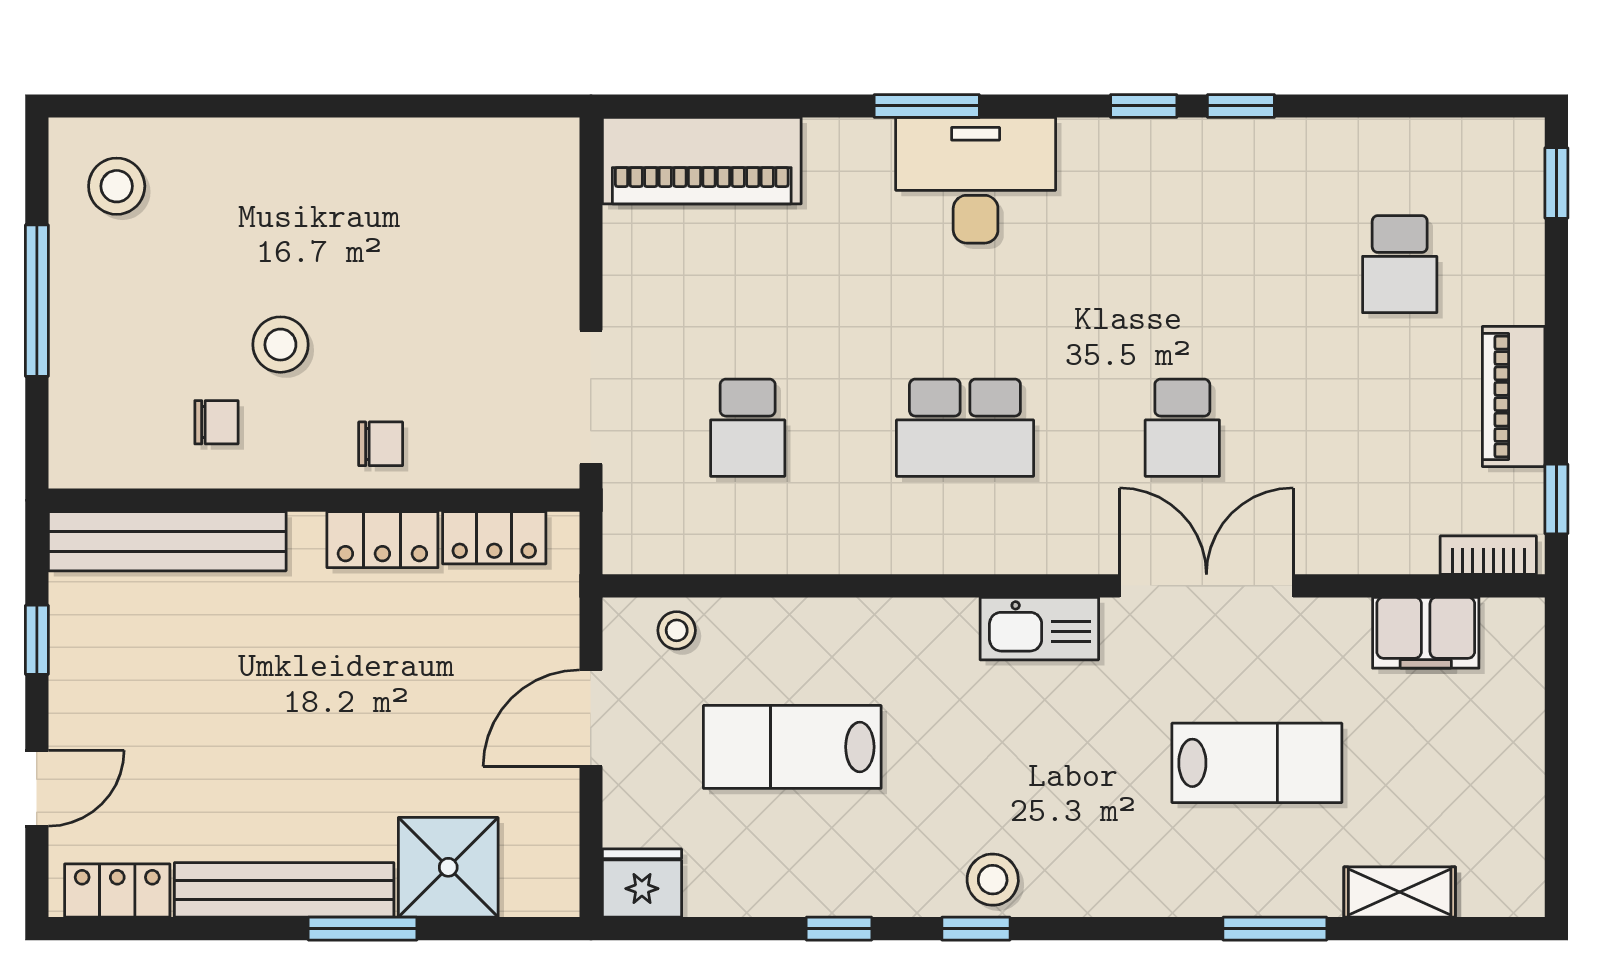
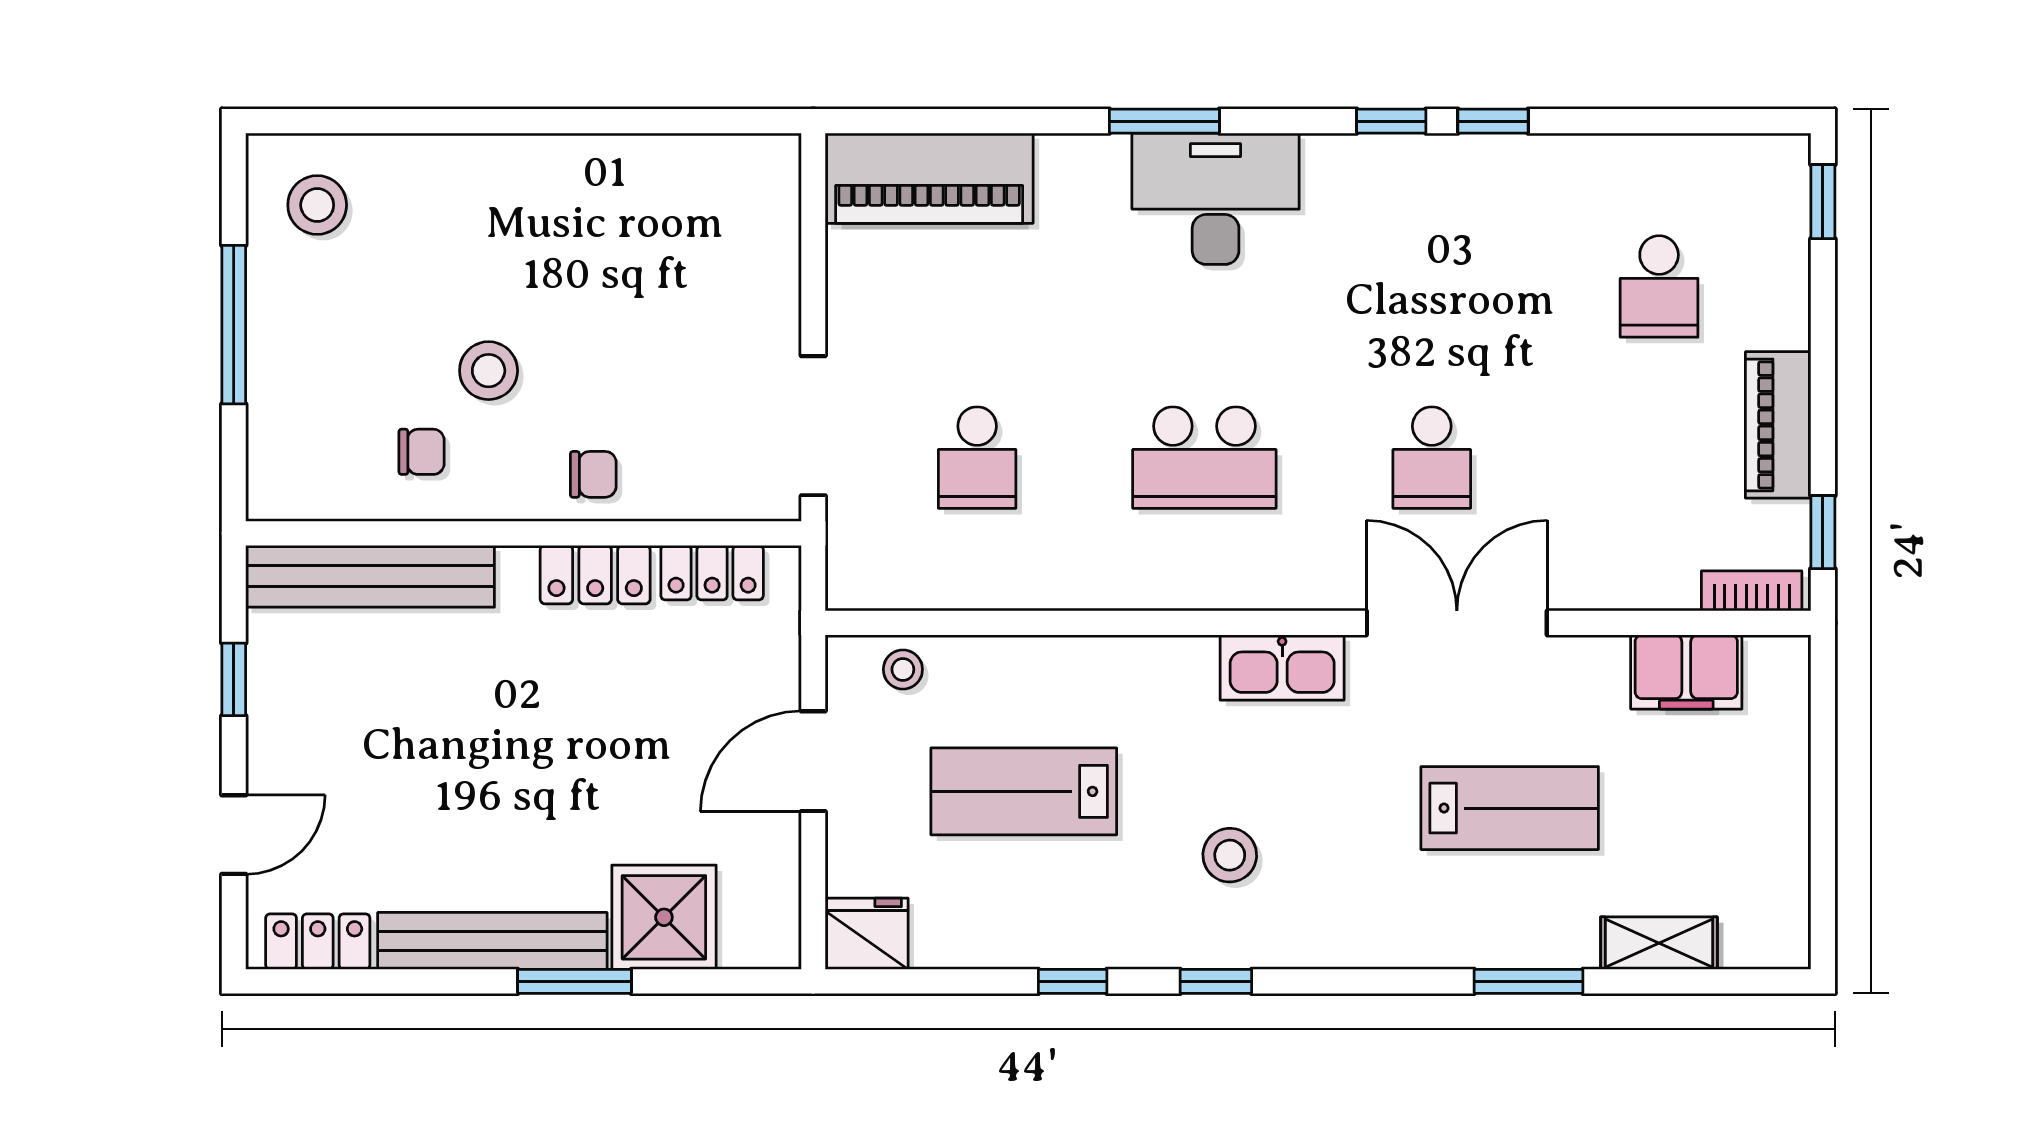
stool: (993, 880) -> (1230, 855), moved

